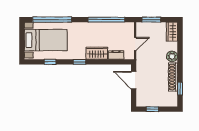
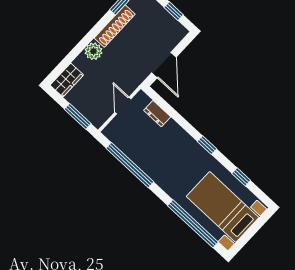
door: (135, 44) -> (123, 106), hinge flipped
wardrobe: (97, 53) -> (177, 136), removed

